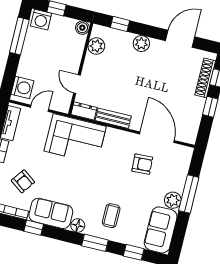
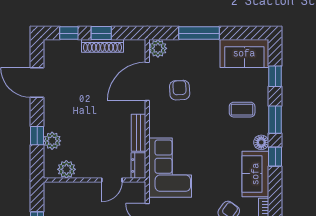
window: (120, 24) -> (37, 136), moved
boiler: (82, 28) -> (51, 189), removed
plant: (141, 44) -> (52, 141), moved
shoe rack: (205, 78) -> (102, 46), moved
plant: (173, 200) -> (158, 48), moved
window: (34, 228) -> (275, 157), moved

